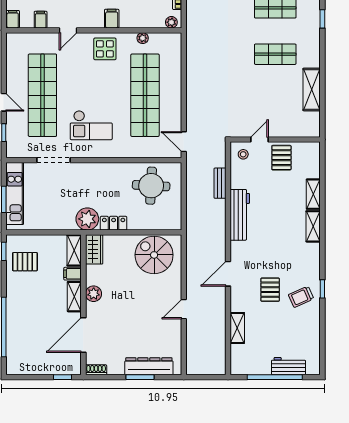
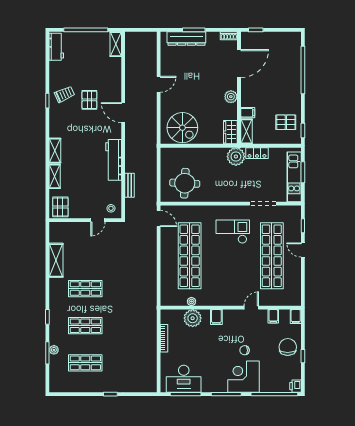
plant: (171, 22) -> (193, 318), moved, width x1.88, depth x1.88
display table: (105, 49) -> (222, 293), removed
pallet: (281, 158) -> (60, 207), moved
locker: (114, 223) -> (257, 153), moved
door: (228, 274) -> (123, 113), swing flipped
shelving: (74, 297) -> (246, 94), removed
shelving: (237, 328) -> (116, 44), moved
workbench: (288, 366) -> (56, 47), moved, turned -90

